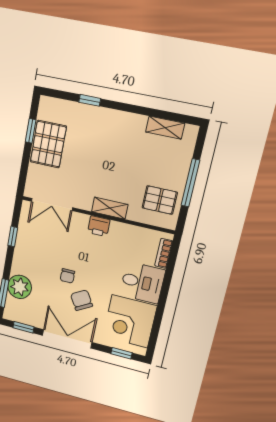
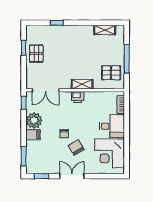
pallet: (48, 144) -> (36, 54), width x0.67, depth x0.71
window: (13, 236) -> (24, 103), moved
filing cabinet: (22, 266) -> (33, 135), added
plant: (20, 287) -> (34, 121), moved
double door: (67, 339) -> (72, 176), width x0.73
window: (121, 353) -> (109, 176), removed

